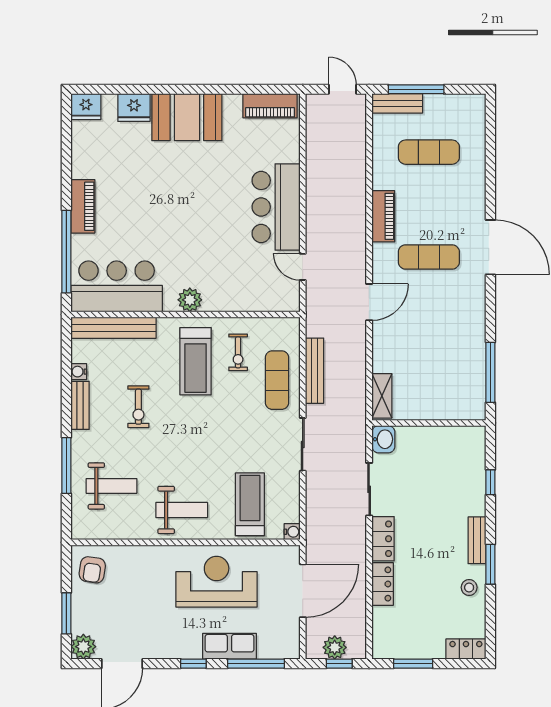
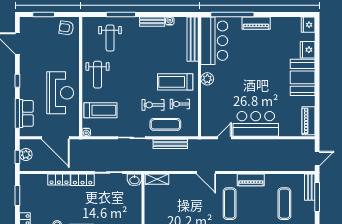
exercise bike: (138, 407) -> (153, 105), moved
row of seats: (229, 646) -> (26, 113), moved
plant: (83, 647) -> (26, 23), removed

